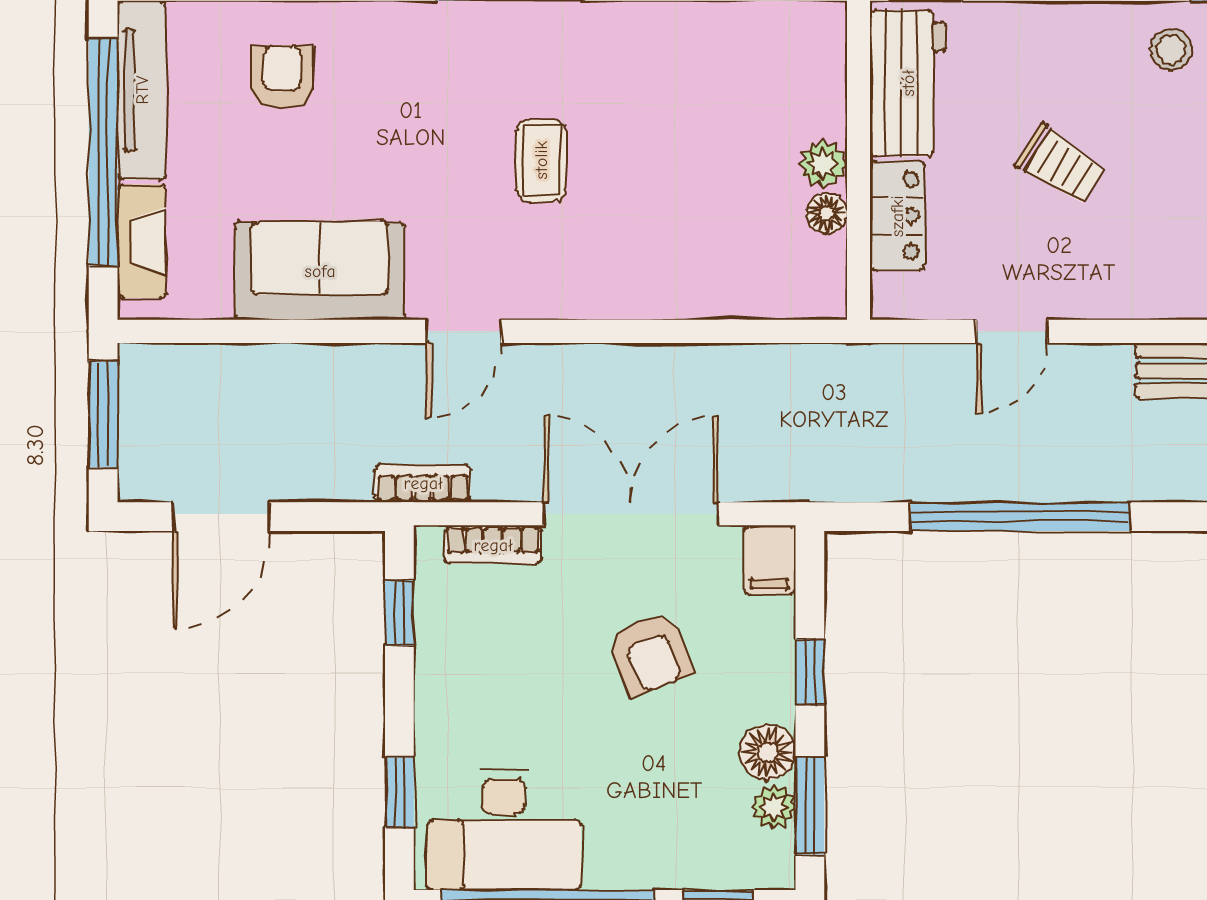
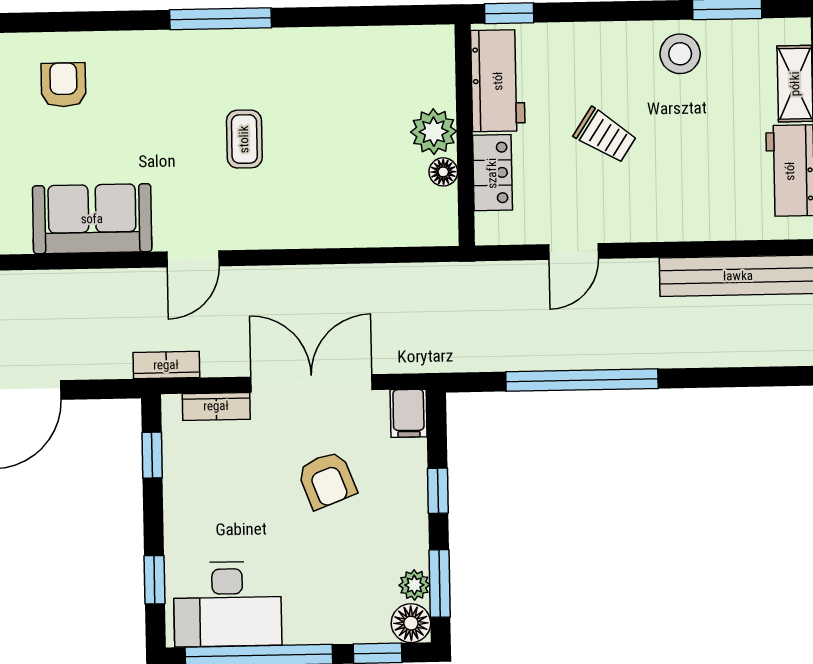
stool: (1171, 50) -> (680, 54), width x1.37, depth x1.37
plant: (823, 164) -> (434, 132), width x1.38, depth x1.38
floor lamp: (768, 752) -> (411, 623), moved

